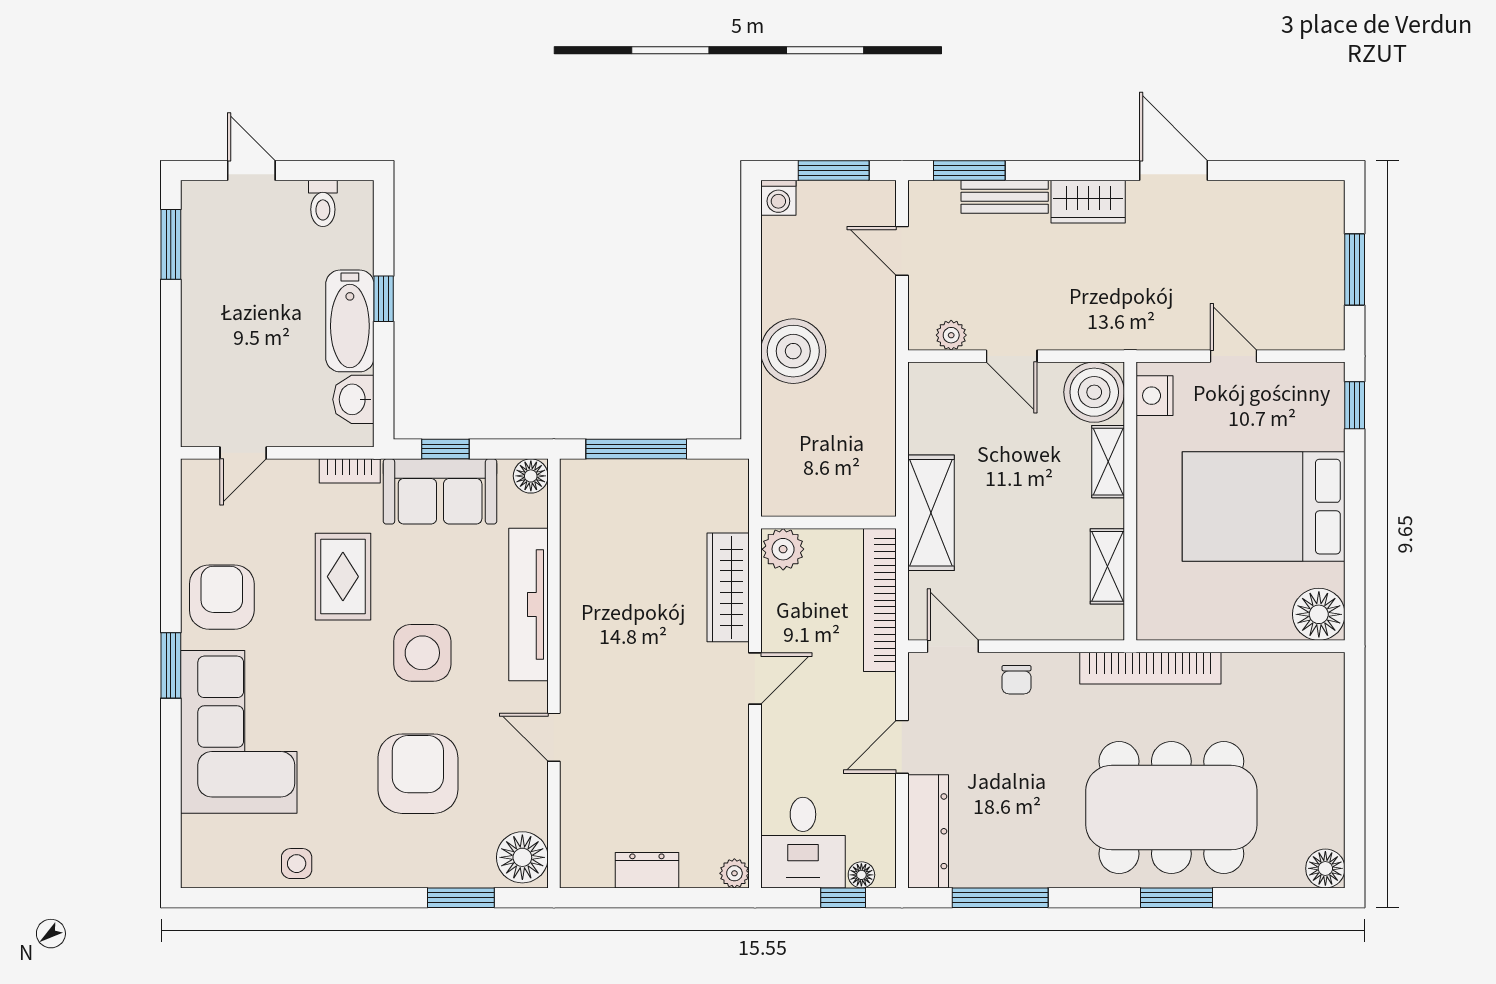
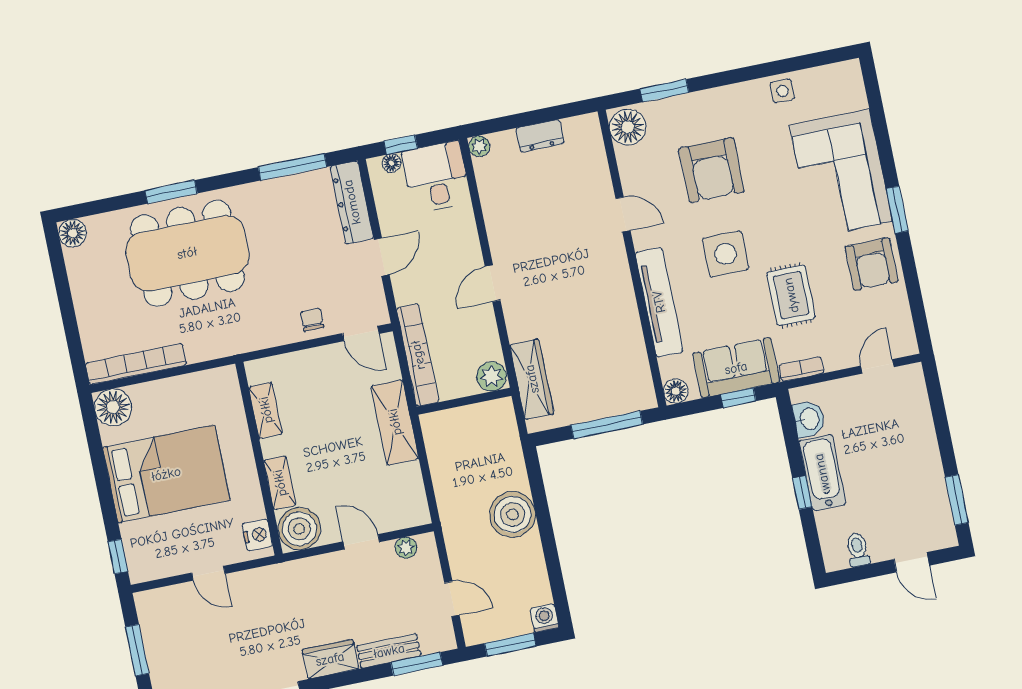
wardrobe: (728, 587) -> (532, 379), moved
bookcase: (1150, 668) -> (136, 364), moved

